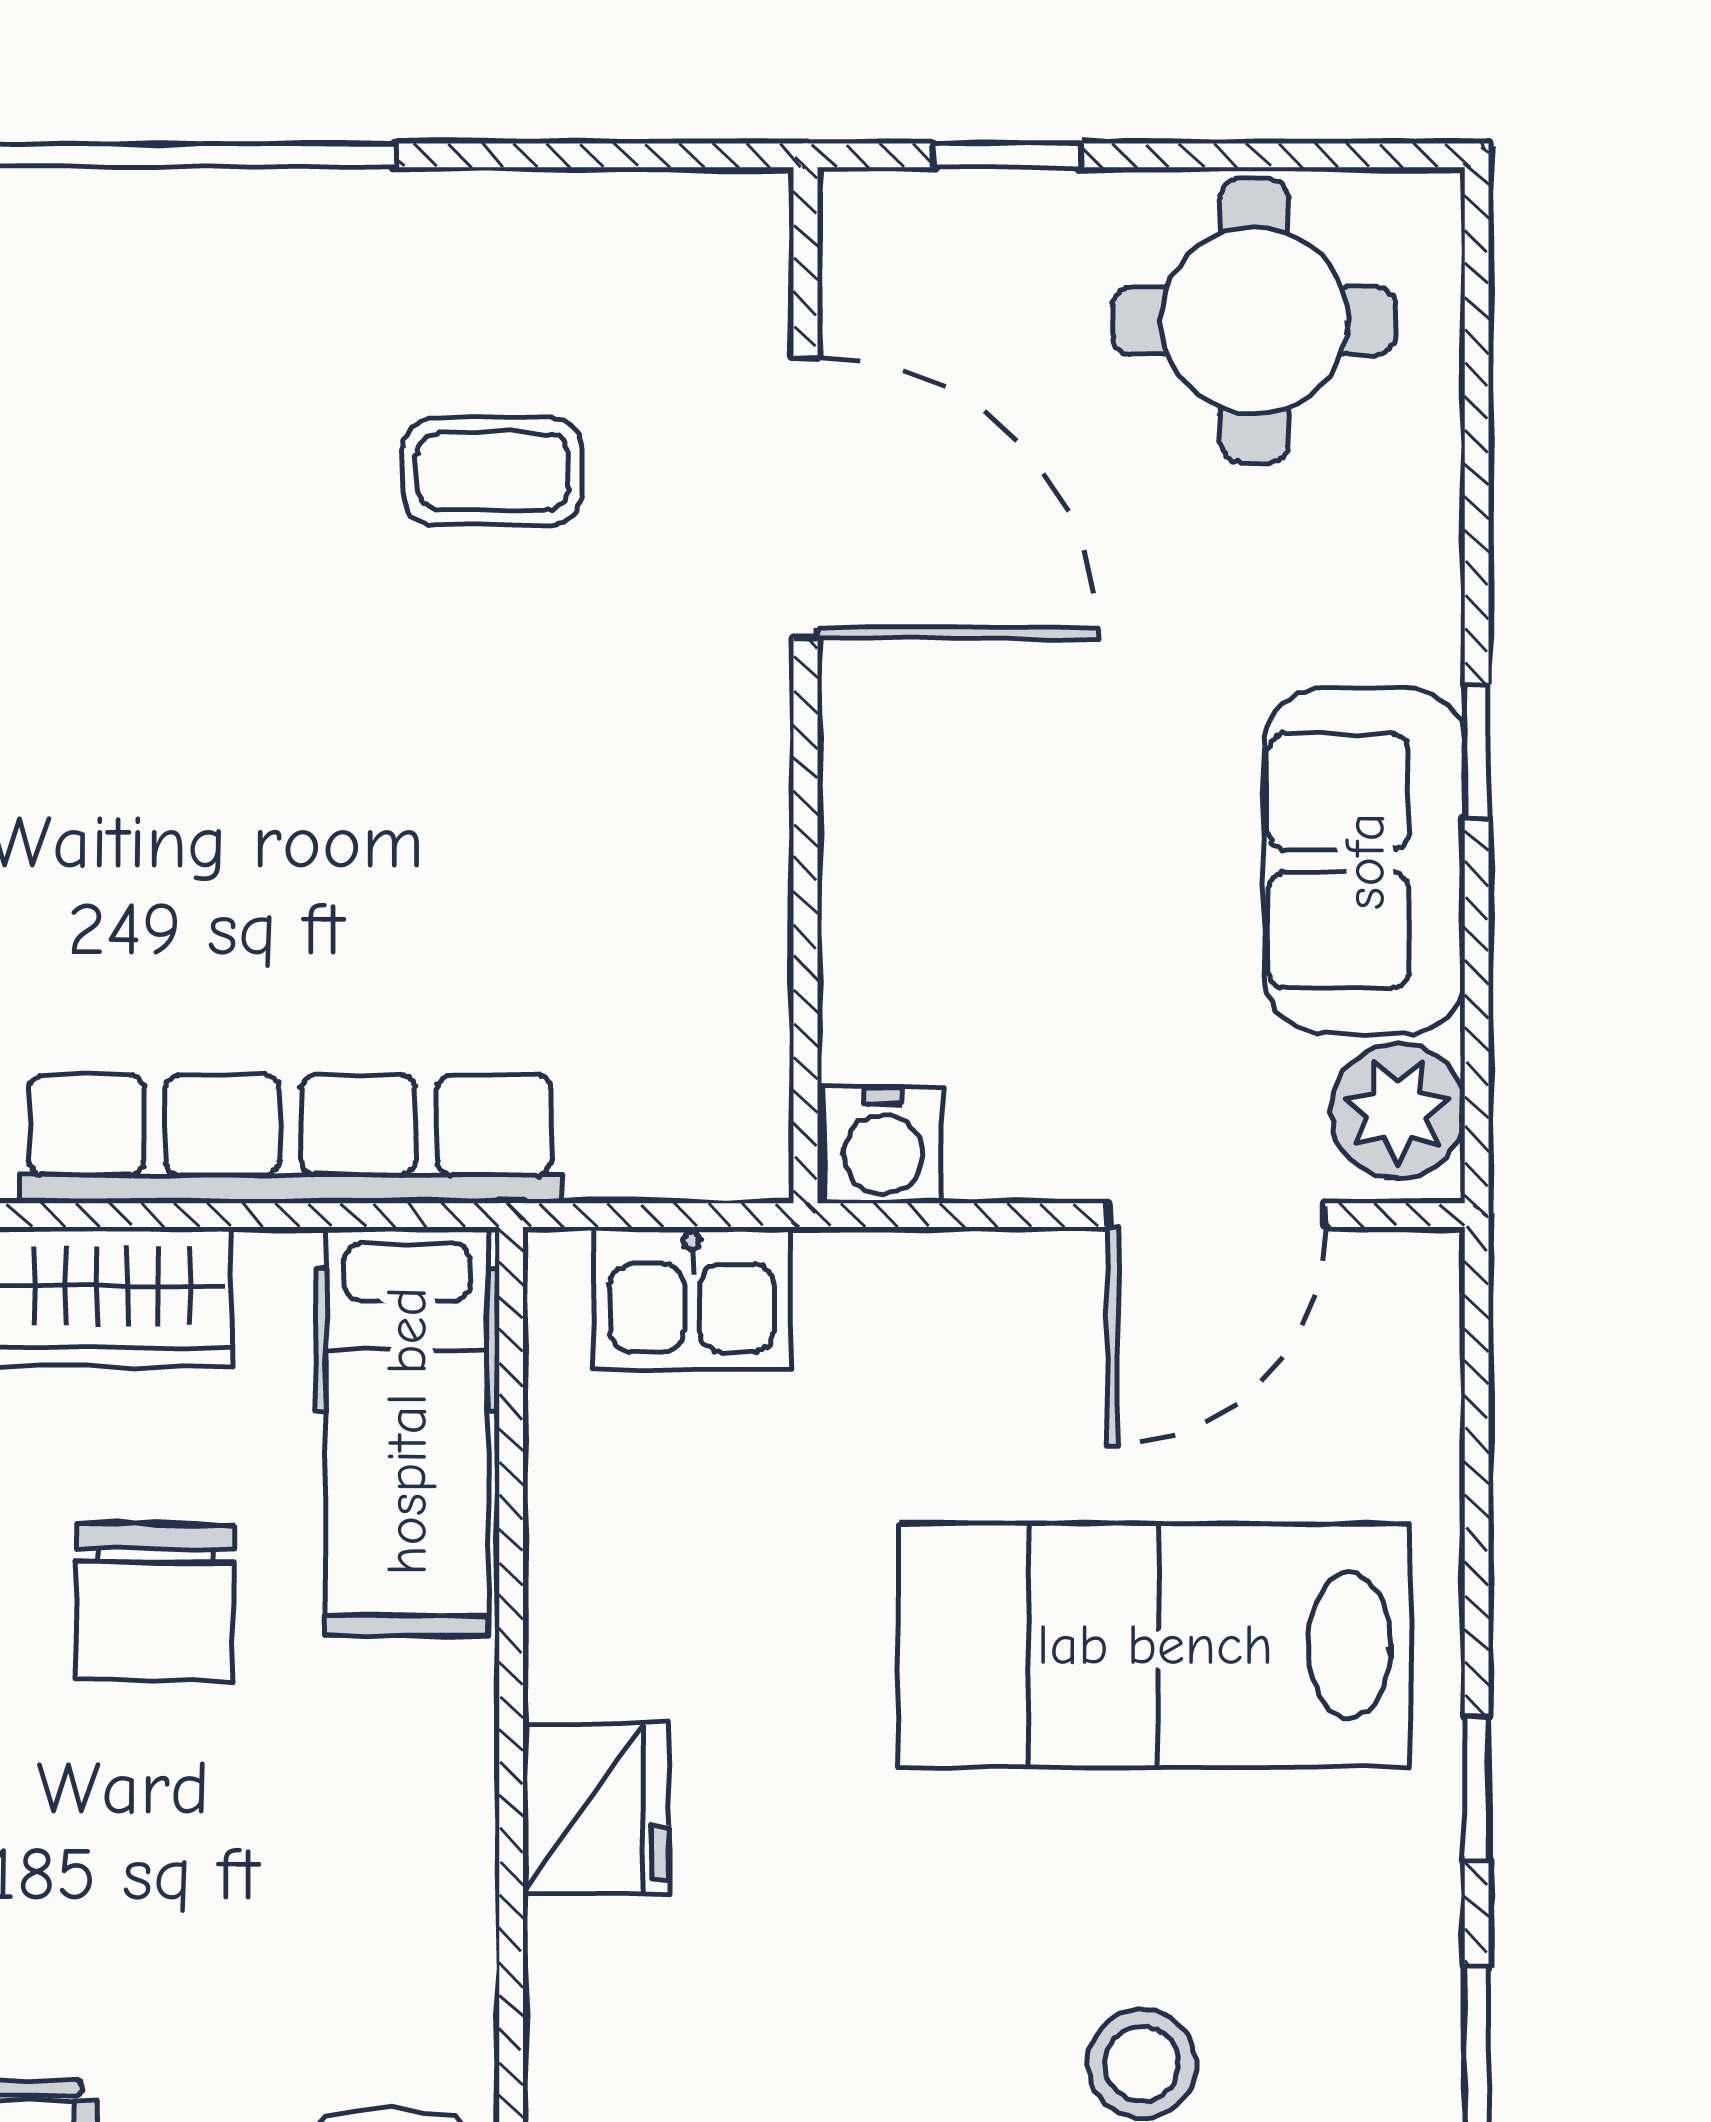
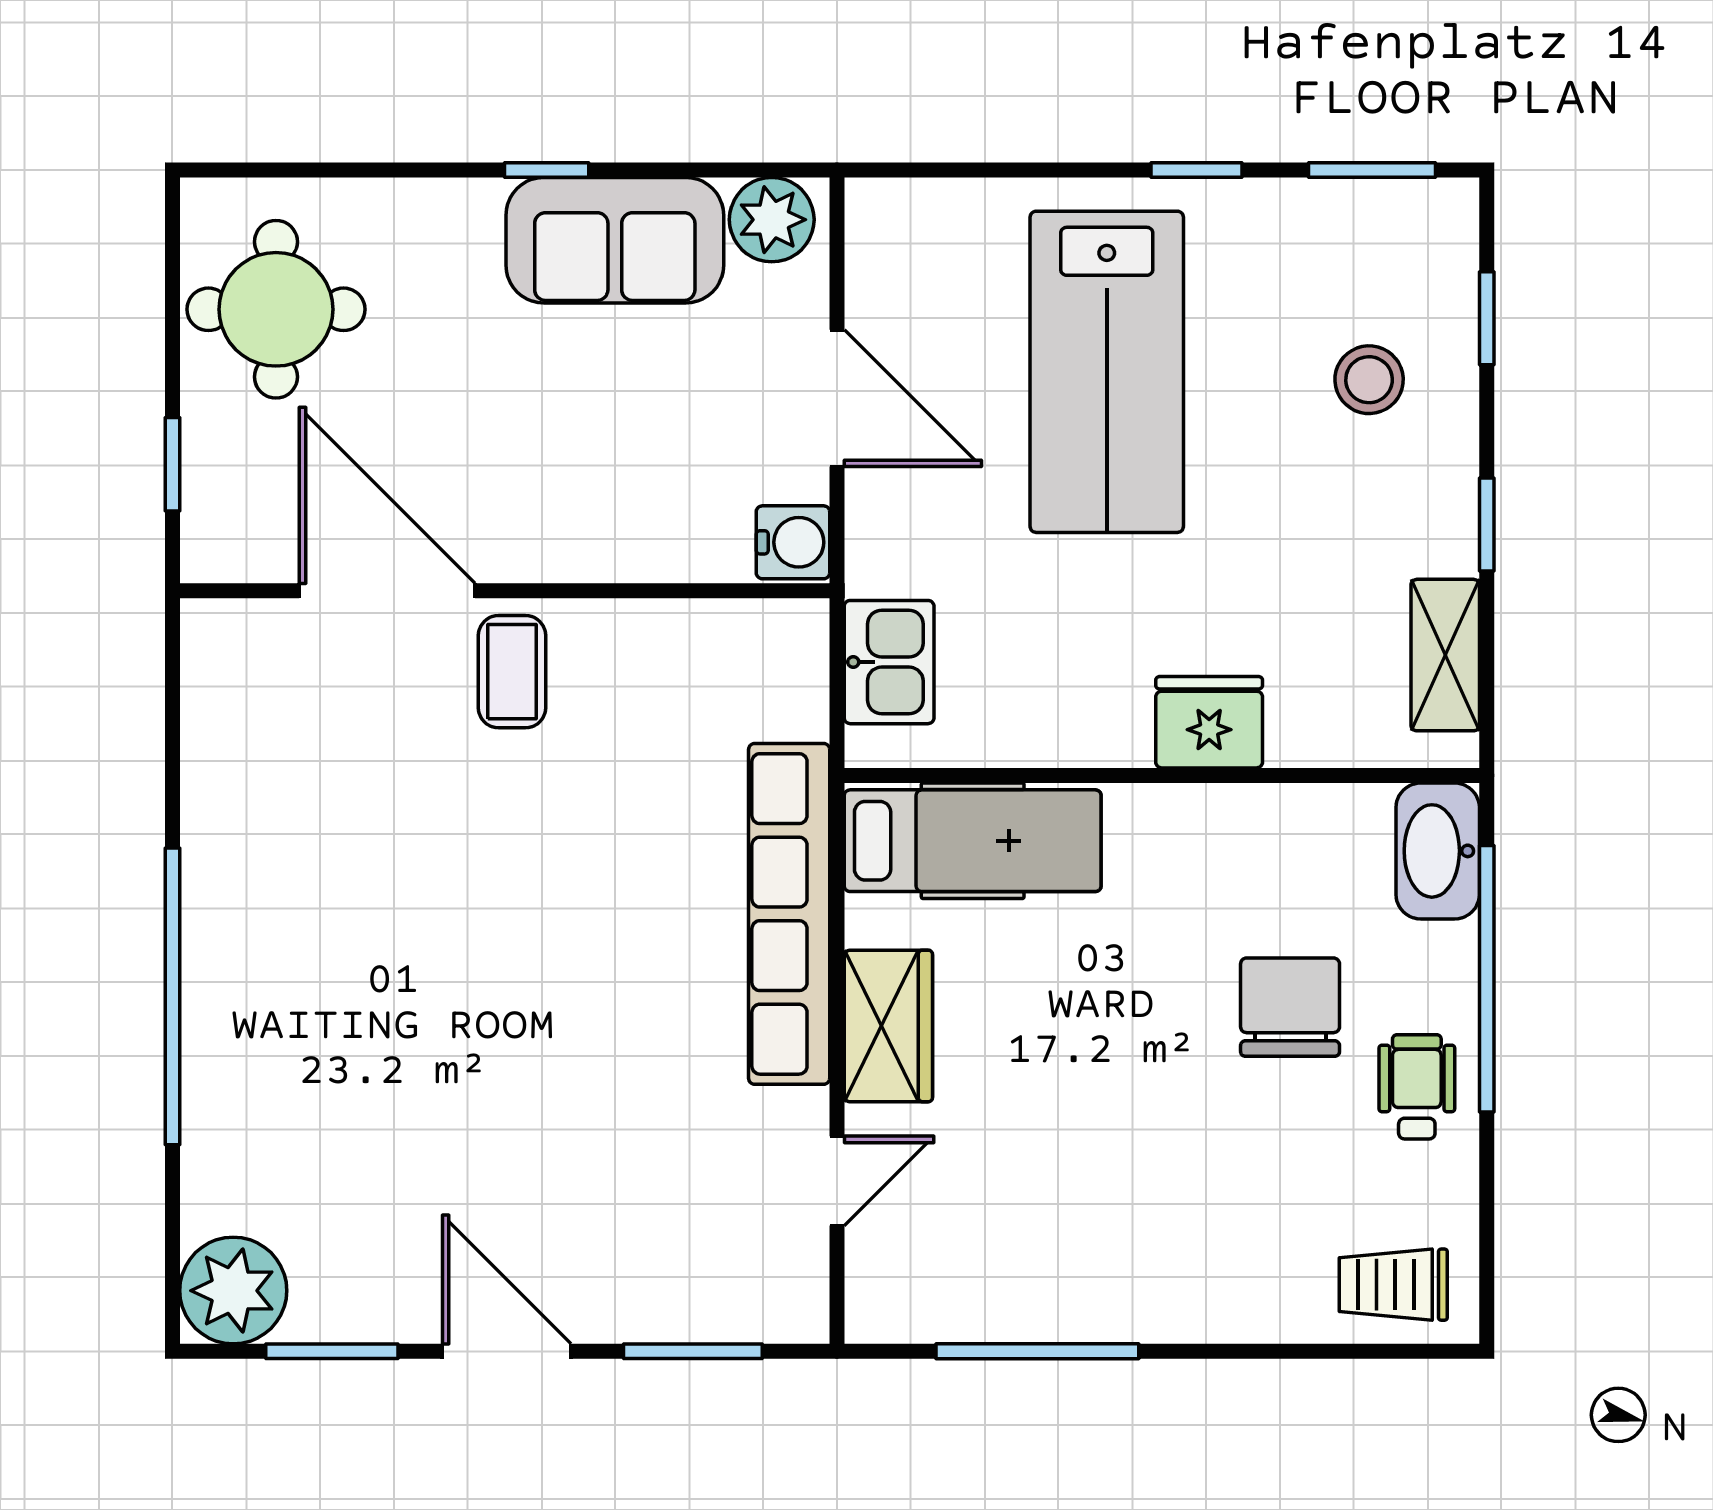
coffee table: (492, 471) -> (512, 672), moved
door: (806, 498) -> (387, 591), hinge flipped
door: (1216, 1215) -> (837, 398), moved
chair: (154, 1603) -> (1290, 1007), moved, turned -91

